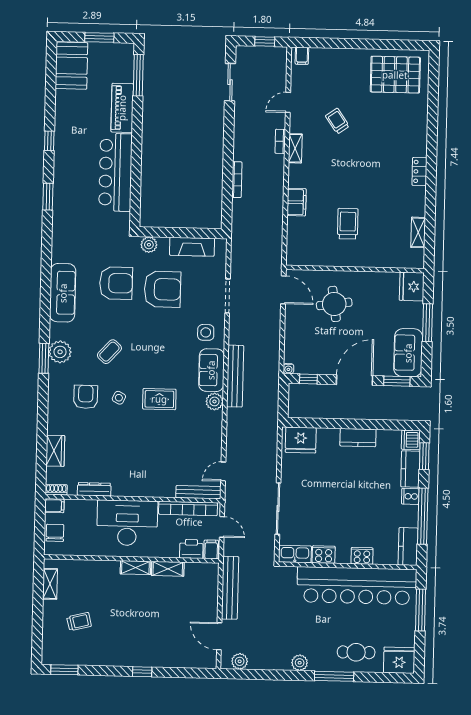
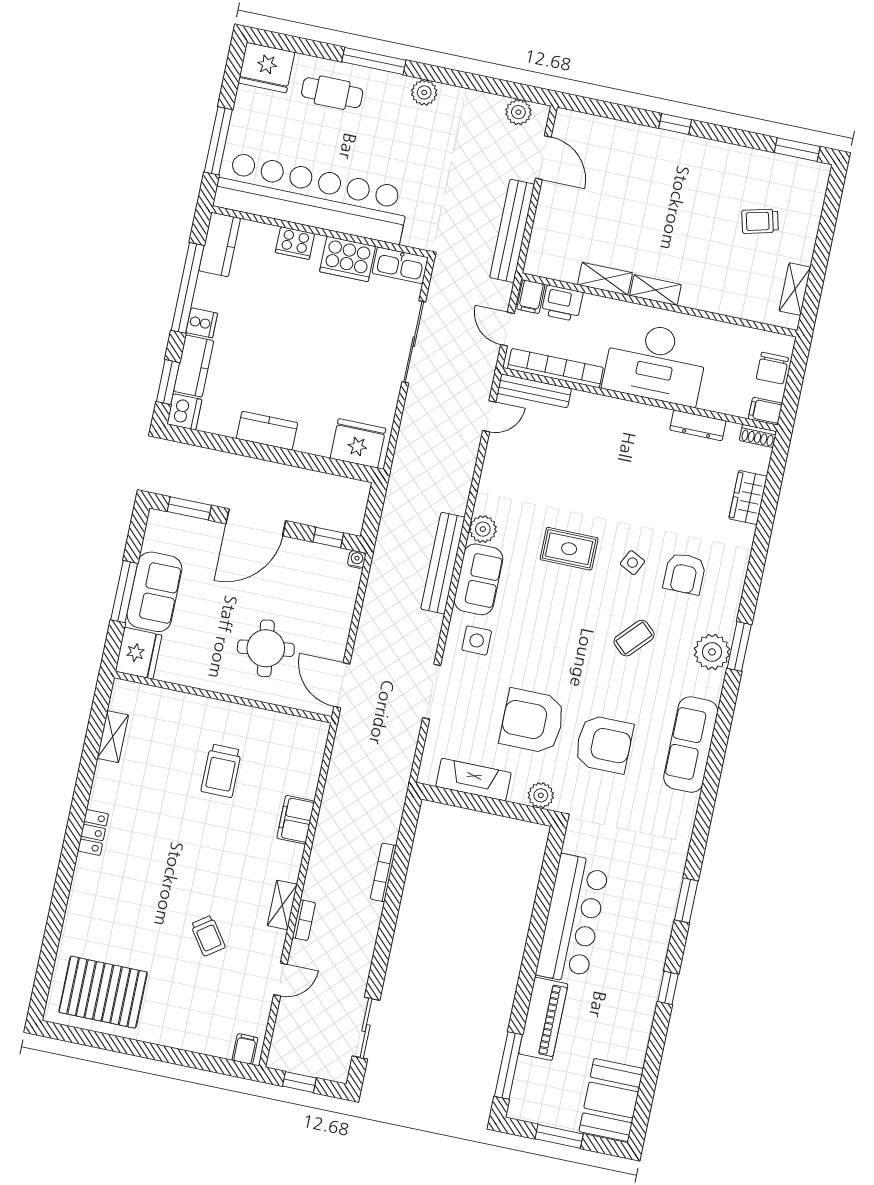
armchair: (116, 283) -> (604, 744), turned 180
sofa: (408, 353) -> (154, 592), moved
cooker: (324, 555) -> (348, 259), width x1.37, depth x1.31

